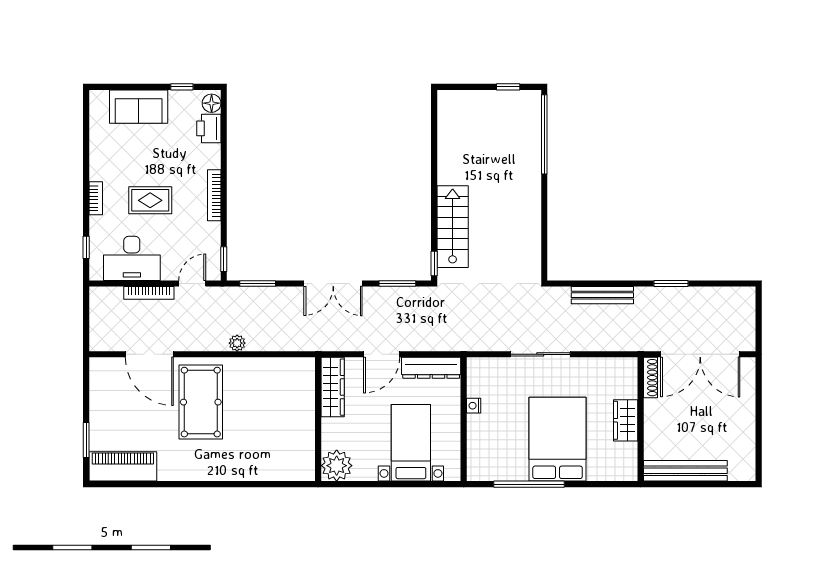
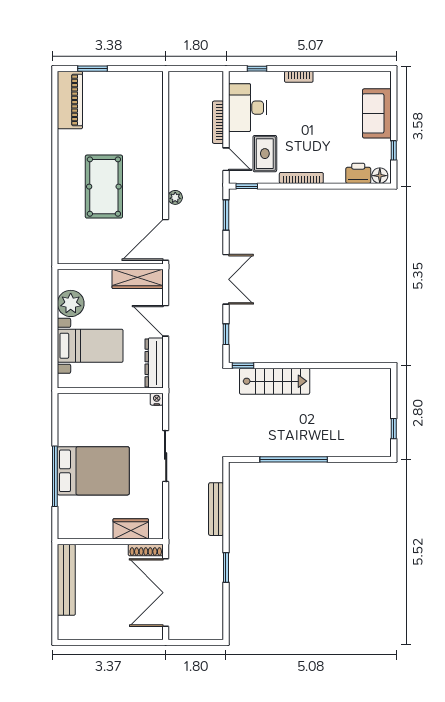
window: (544, 134) -> (294, 459), moved
rug: (150, 200) -> (265, 154), moved
double door: (333, 284) -> (226, 279), swing flipped
window: (397, 284) -> (226, 334), width x0.67
door: (149, 354) -> (166, 240), moved
pool table: (201, 402) -> (104, 187), moved, turned 90
nightstand: (474, 406) -> (157, 399), moved
wardrobe: (626, 420) -> (131, 529), moved
plant: (337, 466) -> (71, 303), moved
window: (529, 484) -> (55, 476), moved

